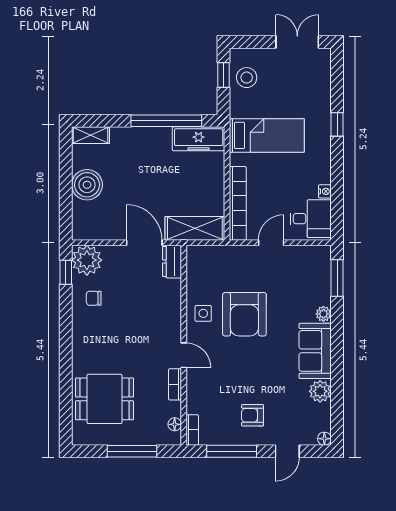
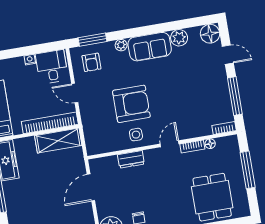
shelving: (195, 228) -> (58, 141), moved, turned 90
dresser: (172, 262) -> (131, 159), moved
armchair: (253, 415) -> (91, 62), moved
floor lamp: (175, 424) -> (210, 144), moved
floor lamp: (324, 439) -> (210, 34), width x1.89, depth x1.89

